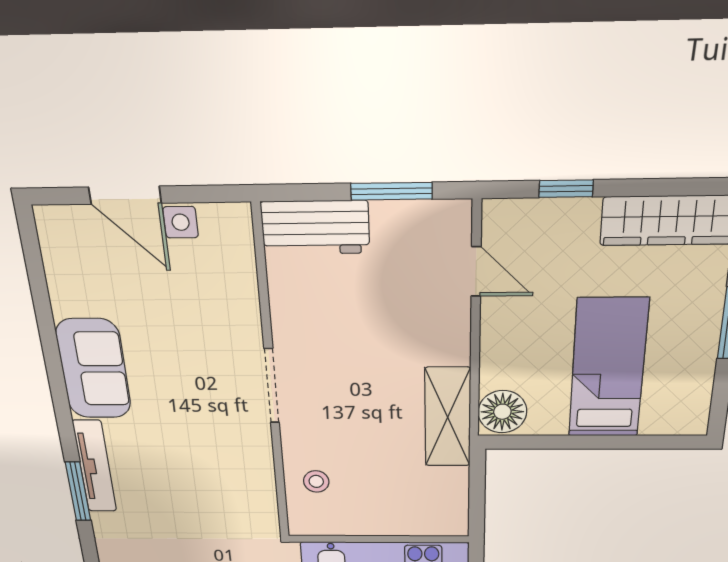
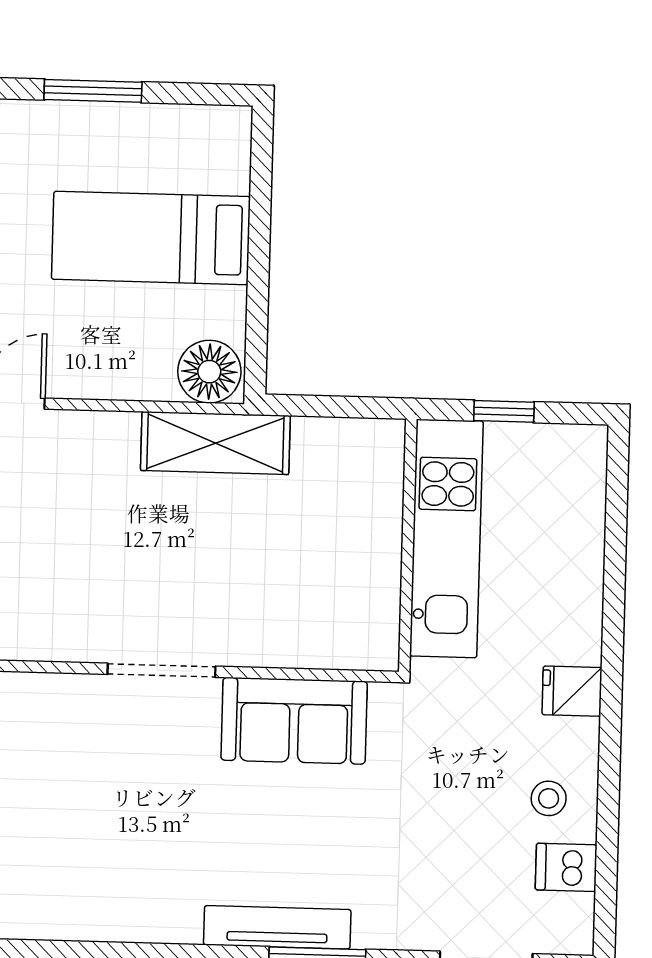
sofa: (93, 369) -> (294, 721), moved, turned 180
stool: (316, 481) -> (310, 625), removed

